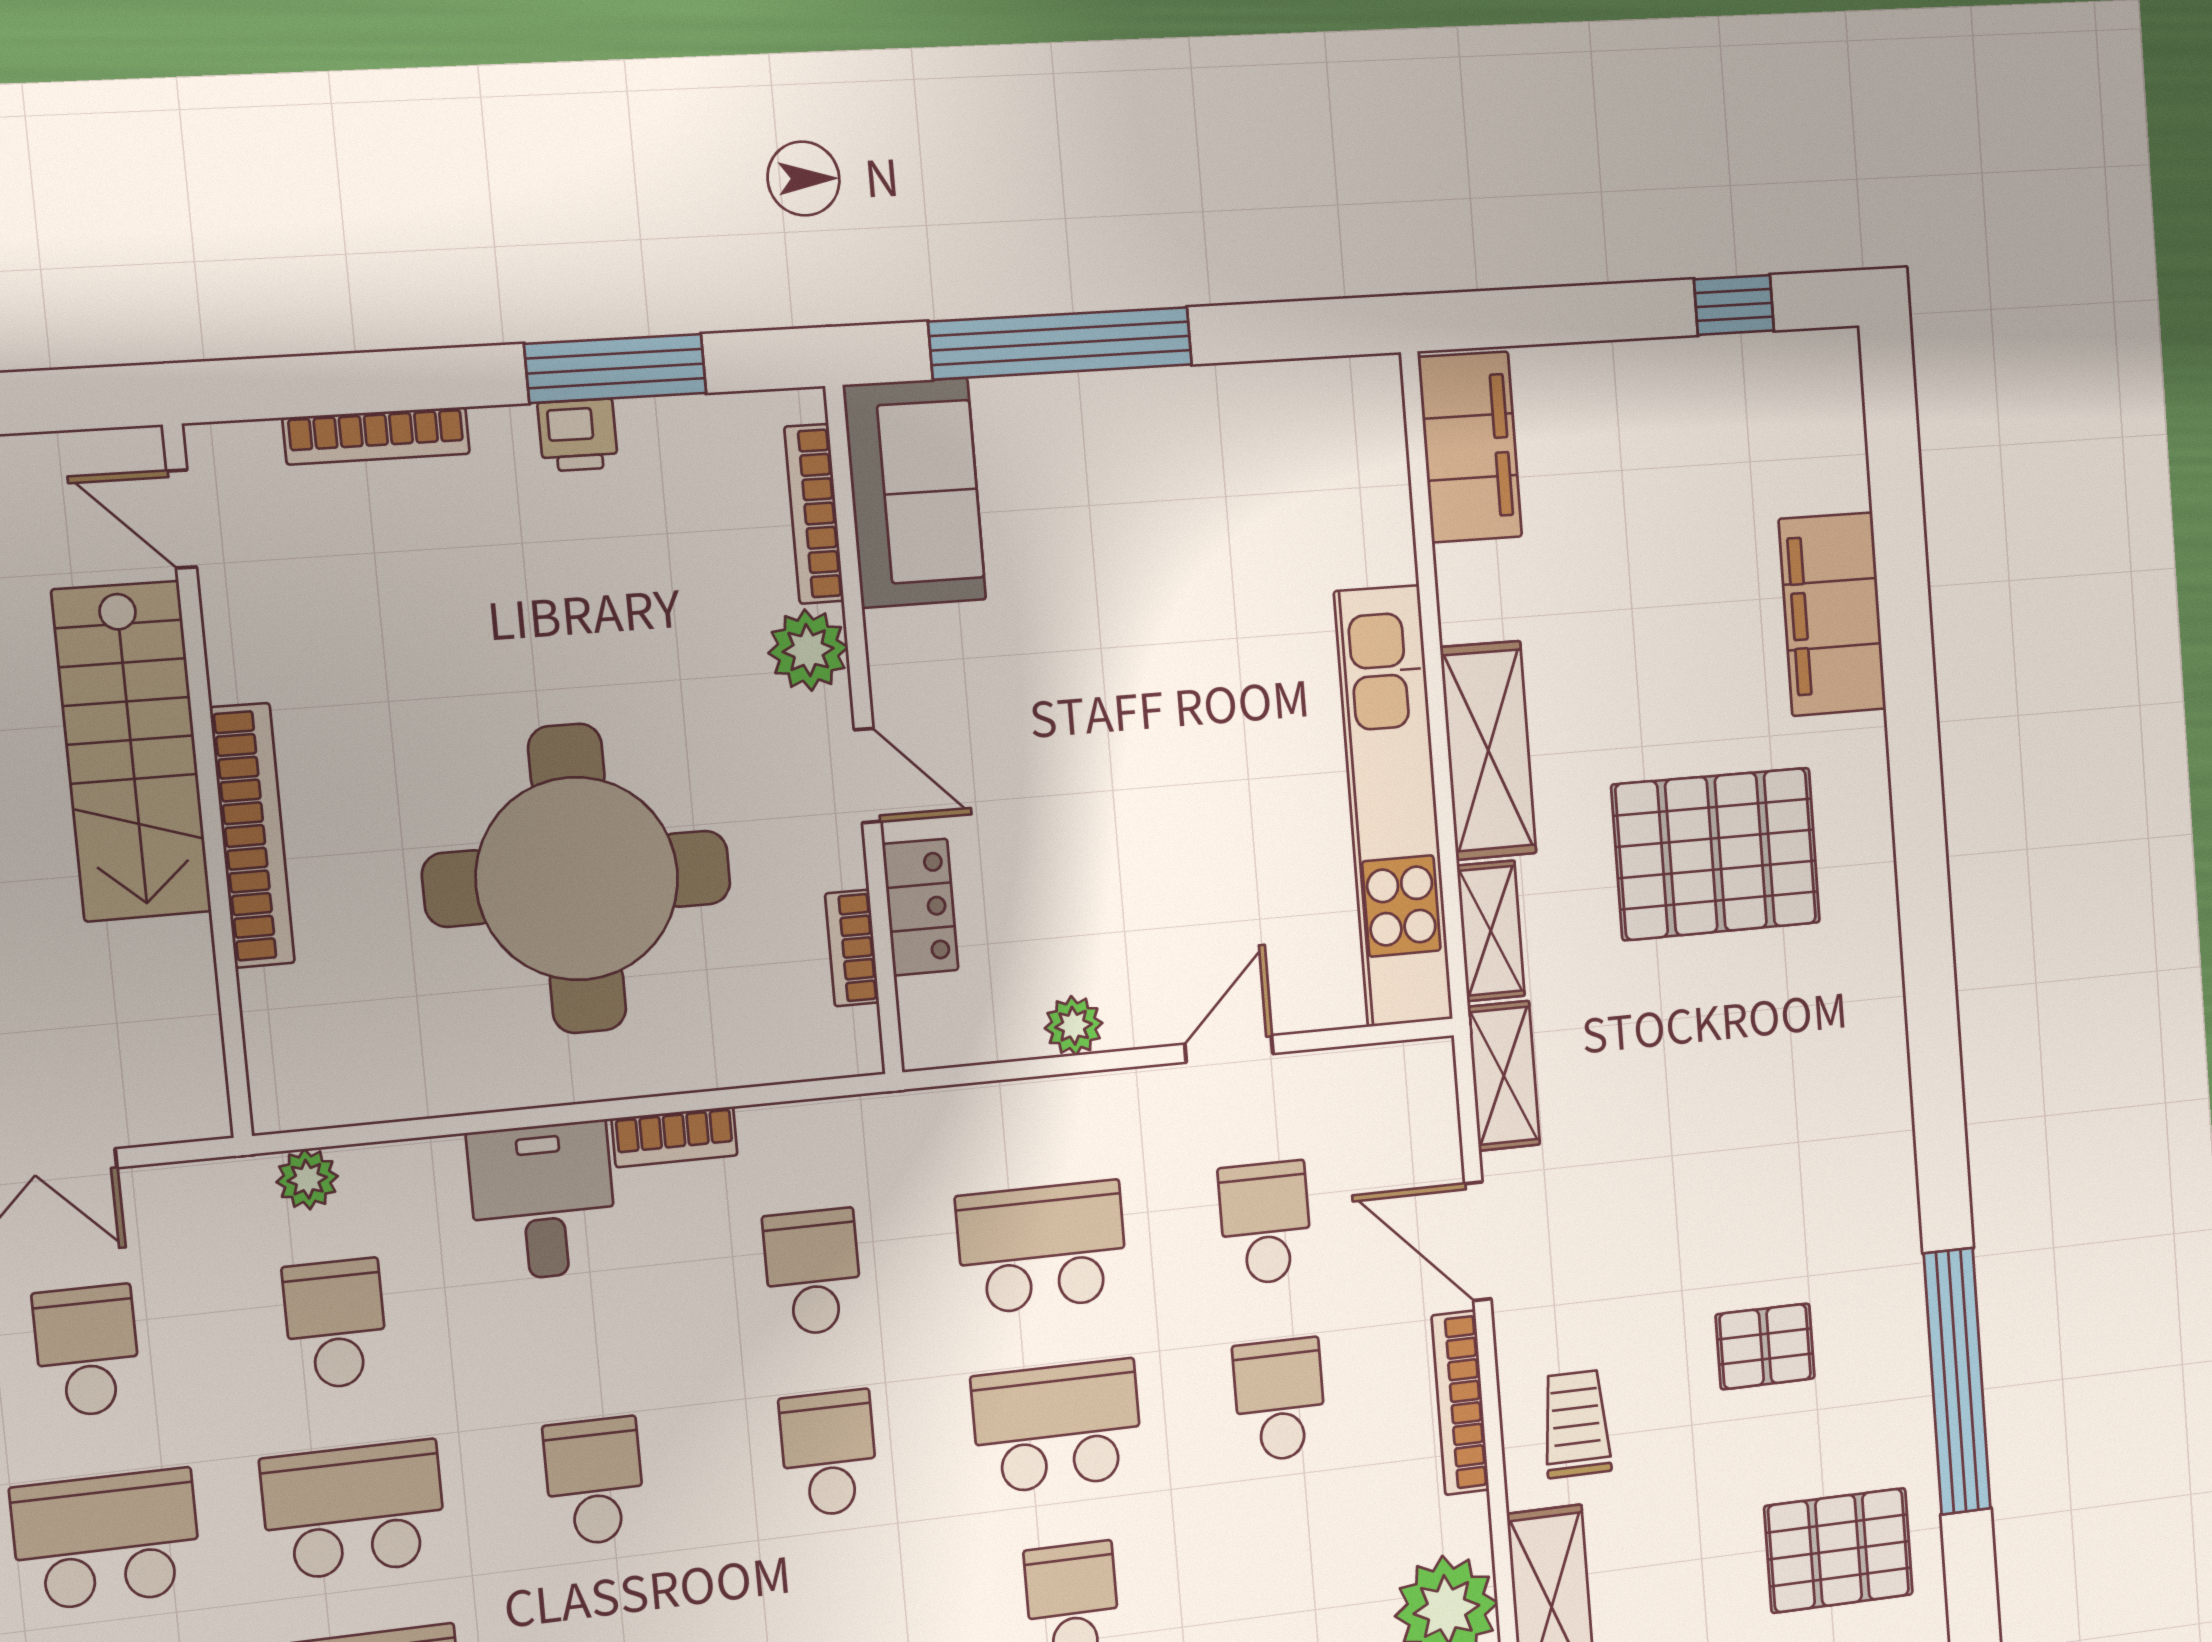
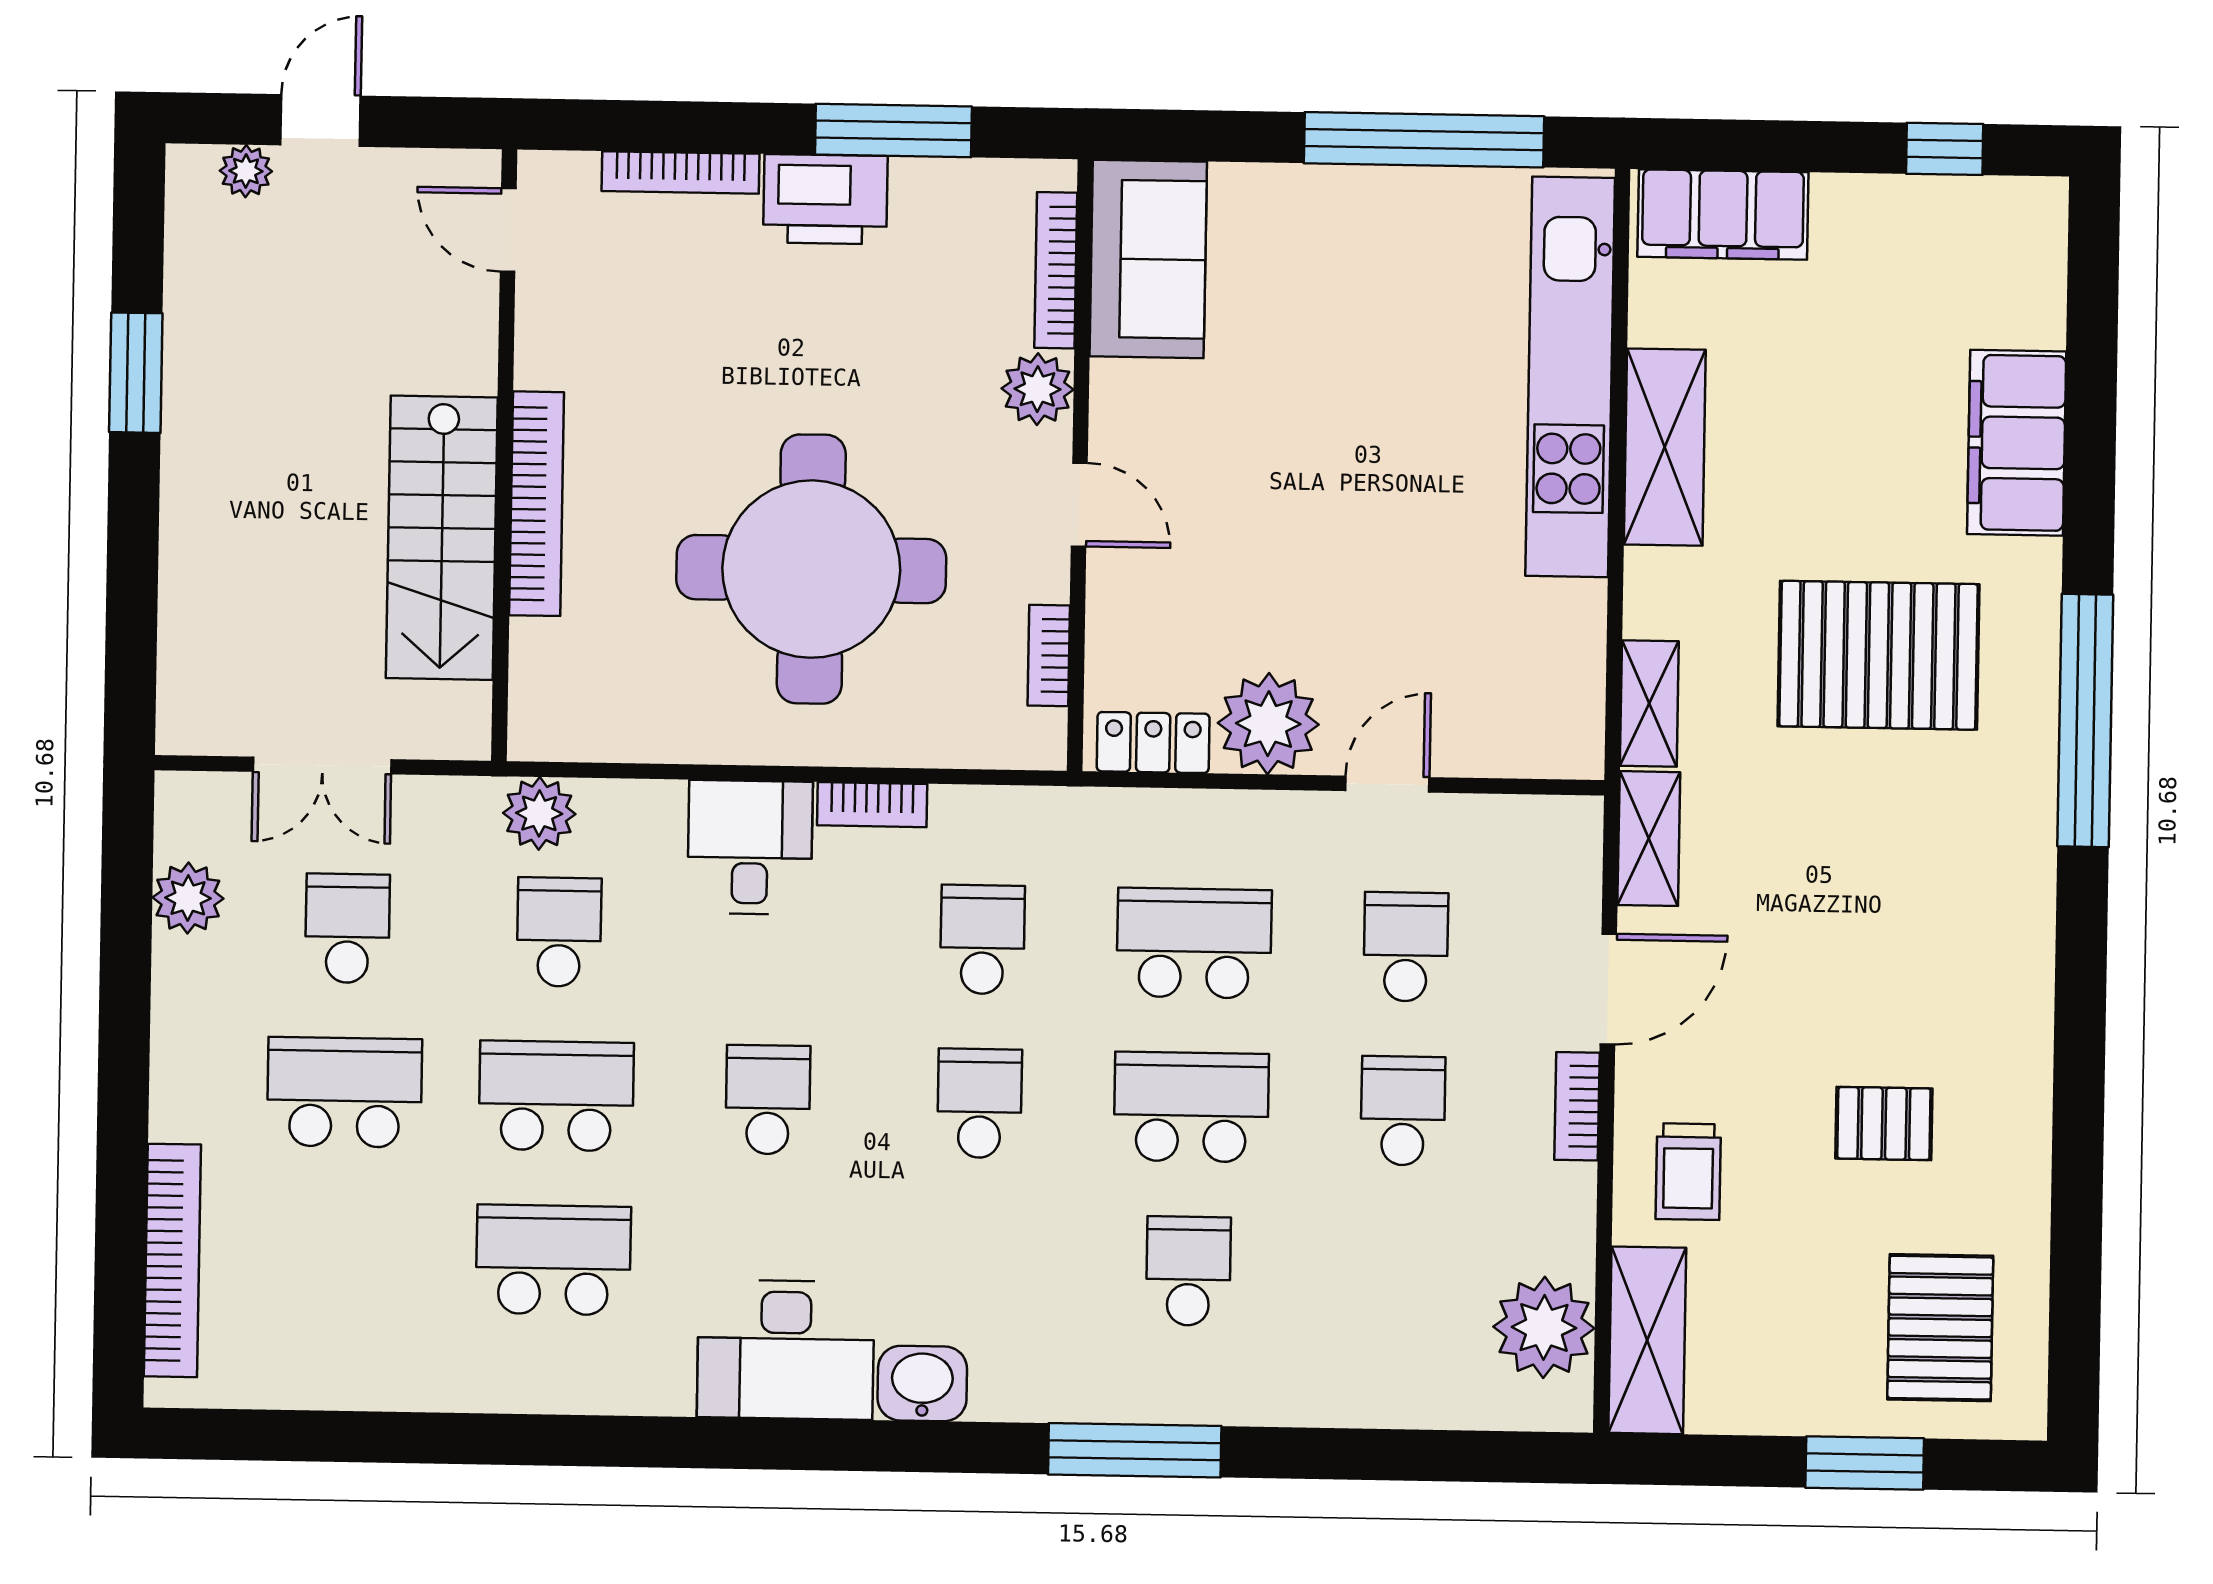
window: (1061, 343) -> (1424, 140), moved
printer: (578, 435) -> (825, 199), width x1.87, depth x1.48
filing cabinet: (1470, 447) -> (1723, 214), moved, turned 90
shelving: (1488, 750) -> (1665, 447), moved
stairs: (132, 751) -> (442, 538), moved
kitchen unit: (1394, 806) -> (1570, 377), moved
locker: (920, 907) -> (1153, 743), moved, turned -90
plant: (1074, 1026) -> (1268, 724), width x1.87, depth x1.87
plant: (307, 1179) -> (539, 813), width x1.38, depth x1.38
door: (1478, 1241) -> (1608, 989), swing flipped
window: (1957, 1381) -> (2085, 721), moved
bookcase: (1460, 1403) -> (1577, 1106), width x0.64
trolley: (1576, 1424) -> (1688, 1172), turned 180
pallet: (1839, 1550) -> (1940, 1328), turned 90

